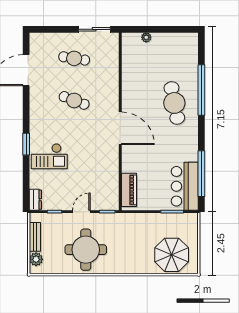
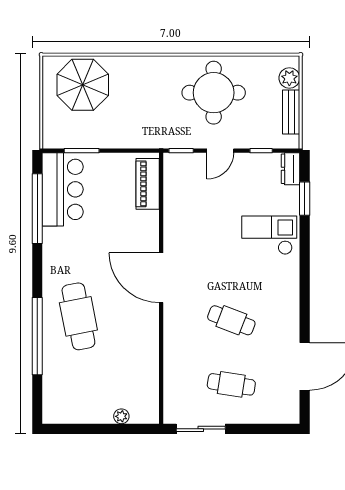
window: (26, 144) -> (305, 199), moved

